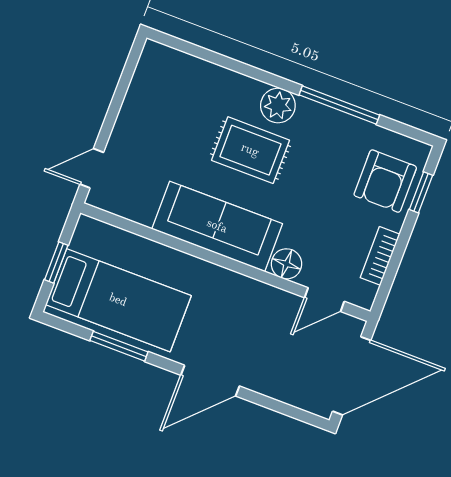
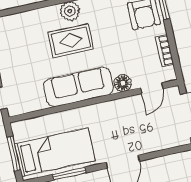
window: (56, 262) -> (14, 154), width x1.50

